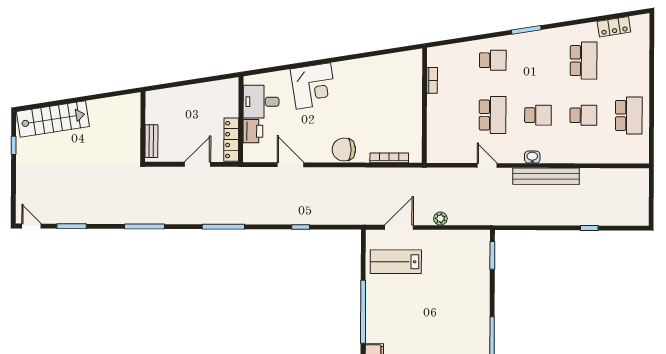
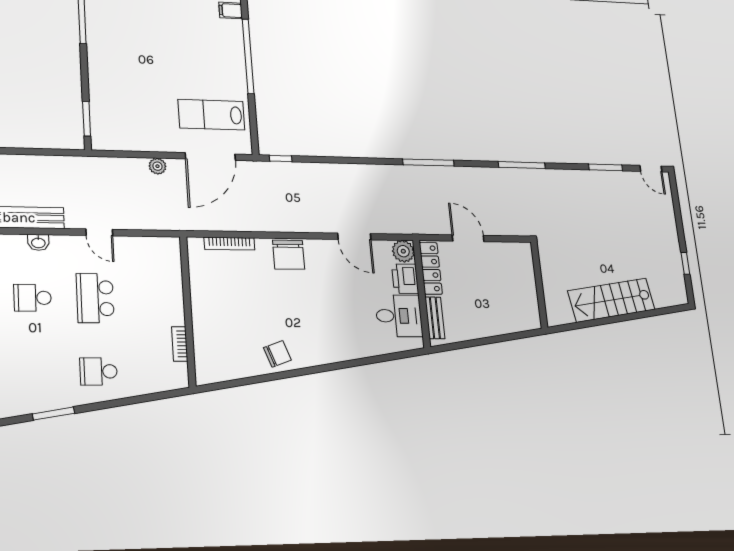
chair: (359, 72) -> (277, 354), added
corner desk: (313, 86) -> (335, 336), removed
stairs: (53, 119) -> (611, 300), moved
bench: (151, 141) -> (435, 318), moved
chair: (344, 150) -> (289, 255), turned 90
plant: (252, 153) -> (403, 251), added
door: (198, 164) -> (468, 238), swing flipped
window: (301, 227) -> (281, 158), moved
door: (399, 227) -> (210, 157), width x1.36
lab bench: (396, 262) -> (211, 115), turned 180

